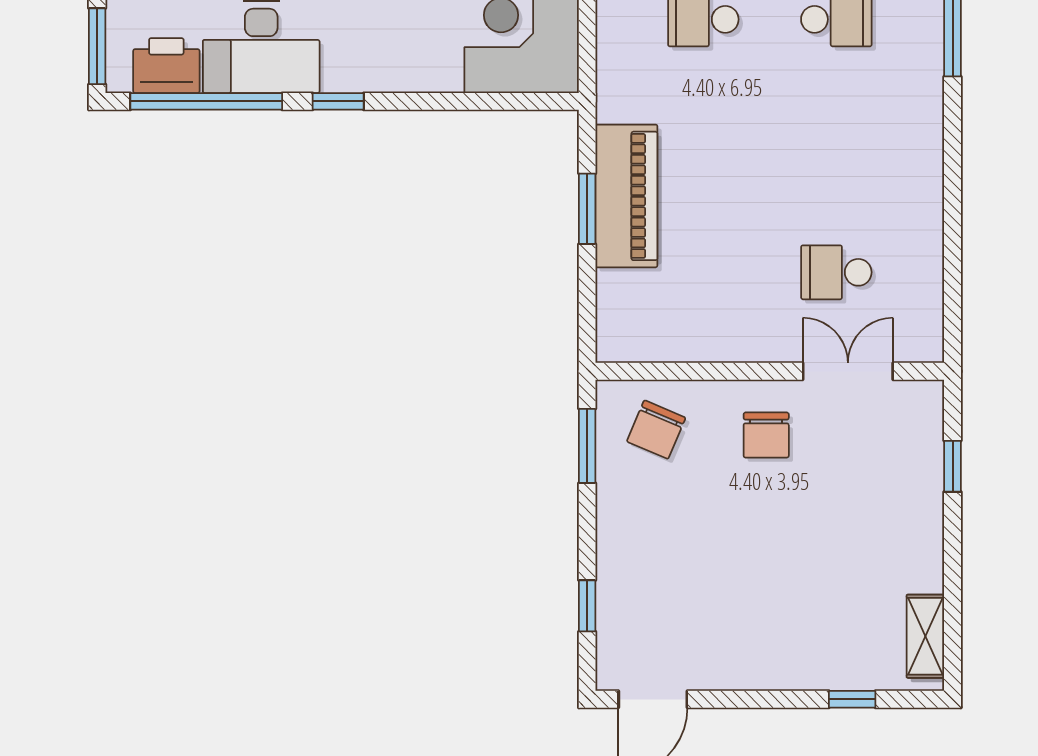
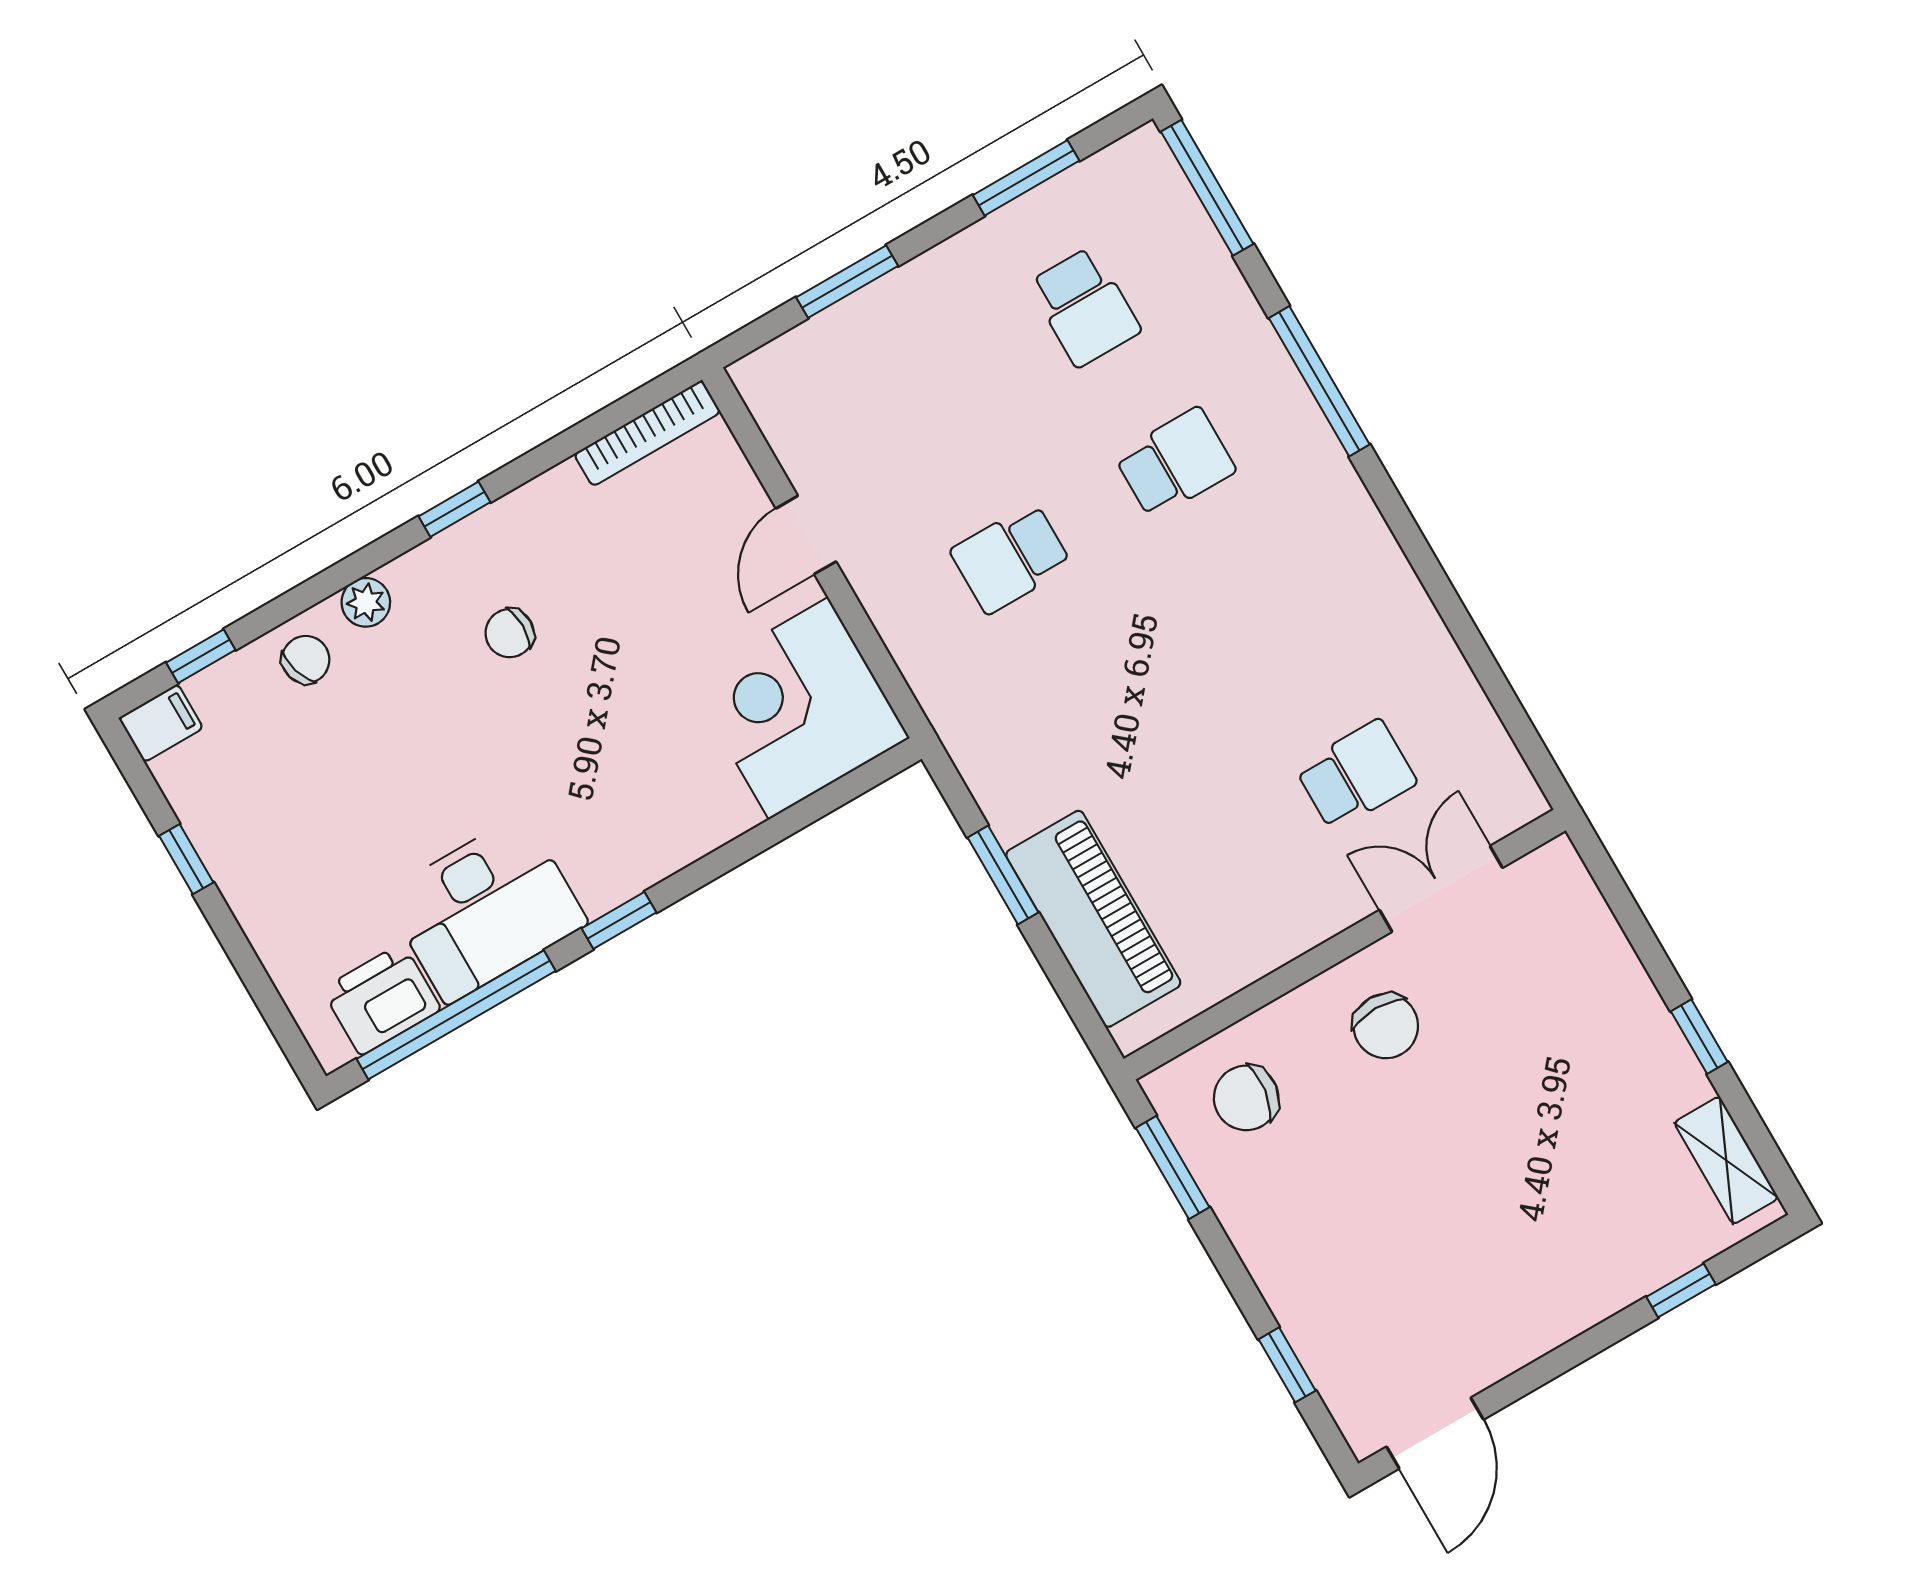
window: (97, 46) -> (282, 1025), removed
piano: (626, 196) -> (1093, 919), moved
school desk: (836, 272) -> (1356, 775), turned 180
chair: (656, 430) -> (1246, 1098), turned 75
window: (953, 466) -> (1699, 1037), moved

